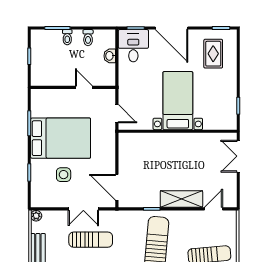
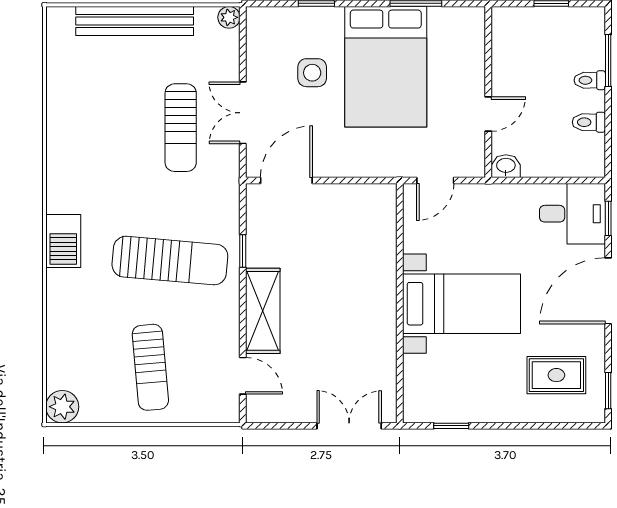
washbasin: (110, 56) -> (506, 166), moved

